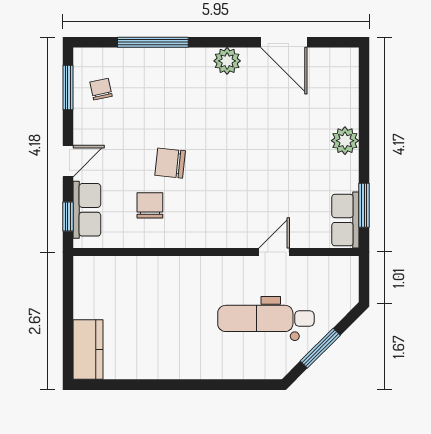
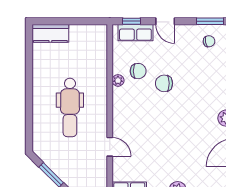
chair: (170, 163) -> (164, 83), turned -96
plant: (165, 239) -> (118, 80), added
dental chair: (266, 318) -> (70, 107), moved, turned 180

